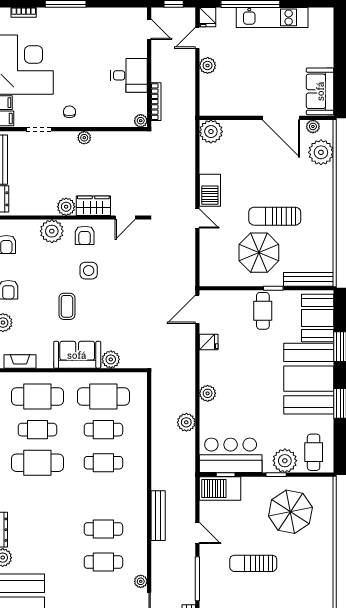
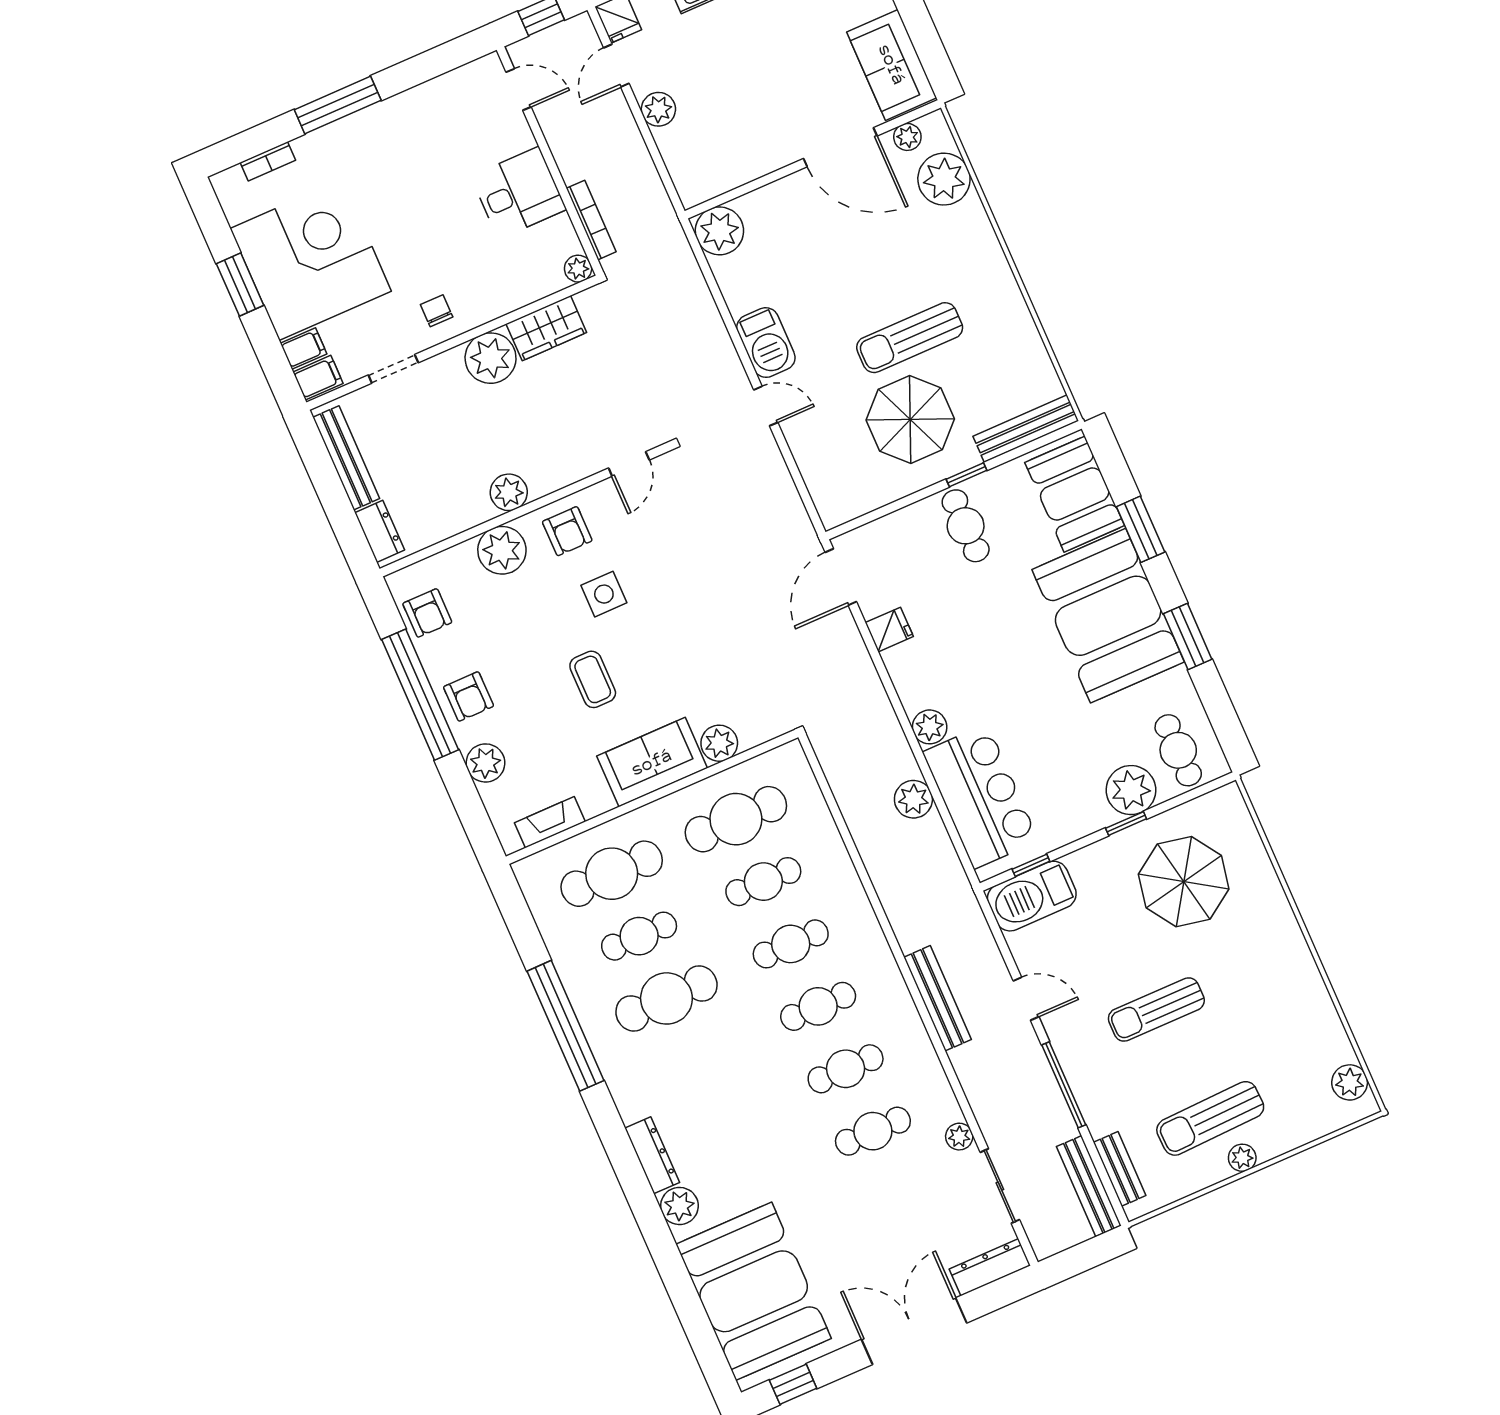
plant: (84, 138) -> (491, 358), width x1.88, depth x1.88
wardrobe: (93, 206) -> (546, 328), moved, turned 180
bar counter: (231, 455) -> (981, 796), moved, turned 90
cafe table: (103, 496) -> (818, 1006), added

